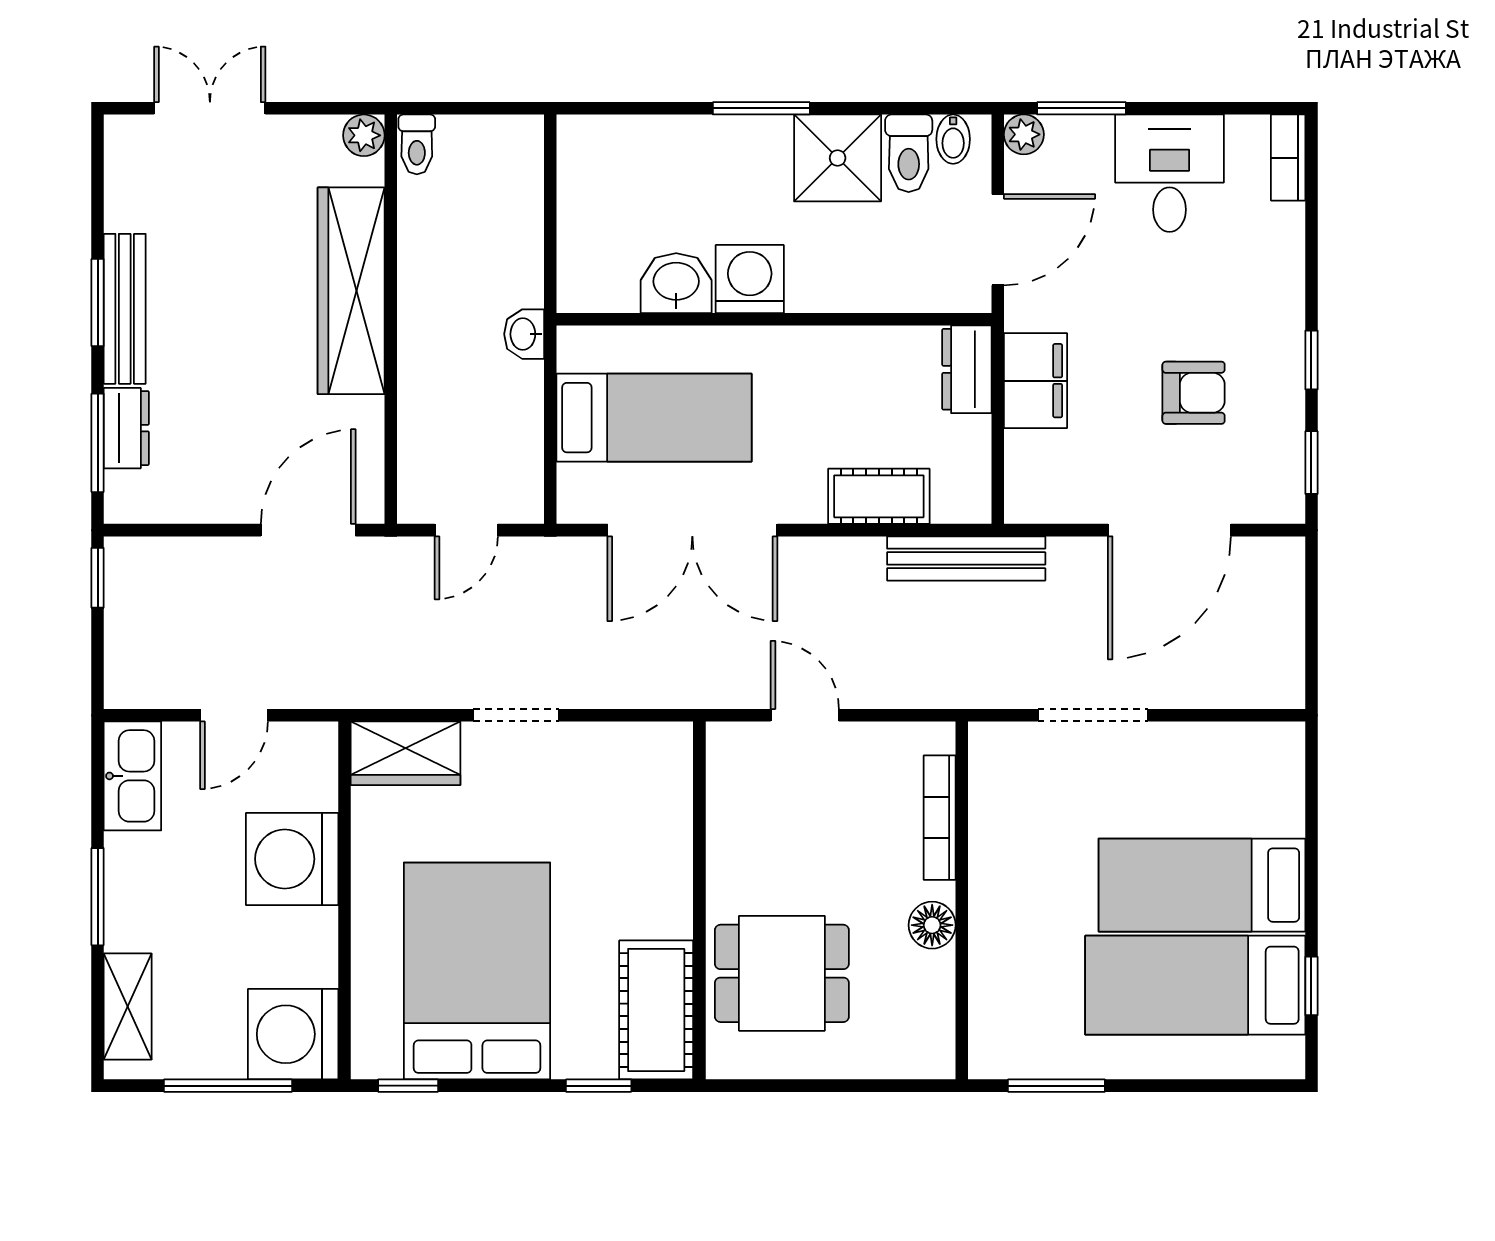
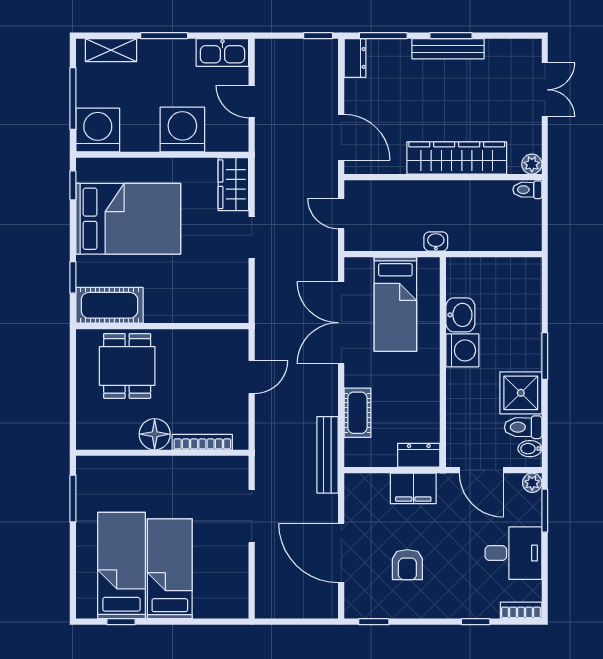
window: (1311, 360) -> (476, 622), moved
dresser: (126, 428) -> (355, 58), moved, turned -90
floor lamp: (932, 925) -> (155, 434), width x1.38, depth x1.38

